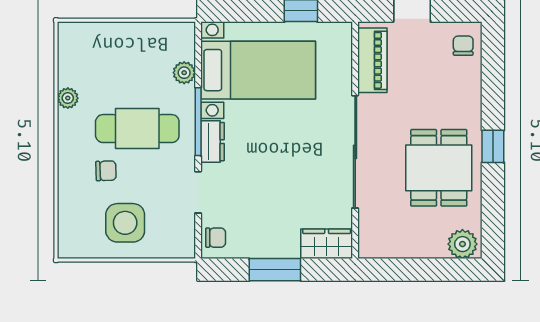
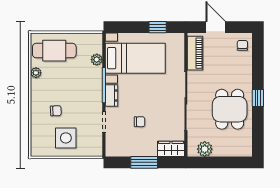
cafe table: (137, 129) -> (54, 51), moved
chair: (216, 238) -> (140, 122), moved
plant: (462, 244) -> (205, 149), moved

